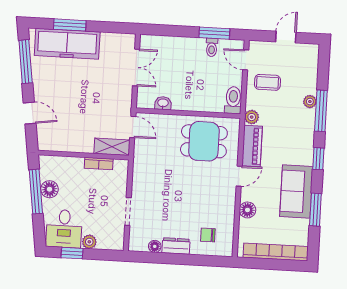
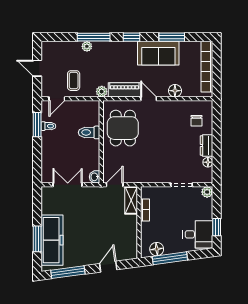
toilet: (233, 100) -> (89, 132), moved
washbasin: (163, 103) -> (95, 177), moved
floor lamp: (49, 189) -> (157, 249), moved
plant: (89, 242) -> (207, 192), moved

